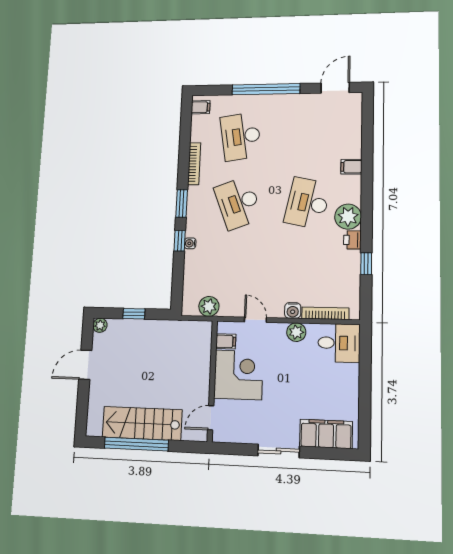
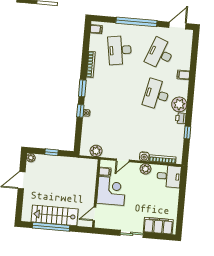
desk: (238, 203) -> (160, 54), moved, turned 42
door: (255, 320) -> (123, 160), swing flipped

